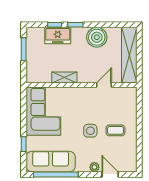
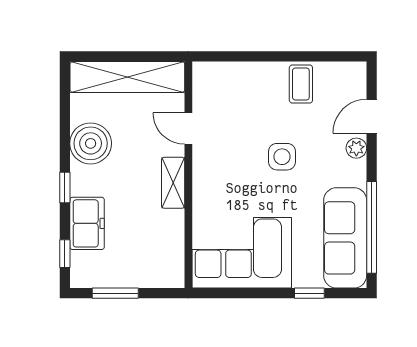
window: (55, 25) -> (65, 254), moved
shelving: (64, 78) -> (173, 183), moved
coffee table: (115, 130) -> (301, 84), moved

